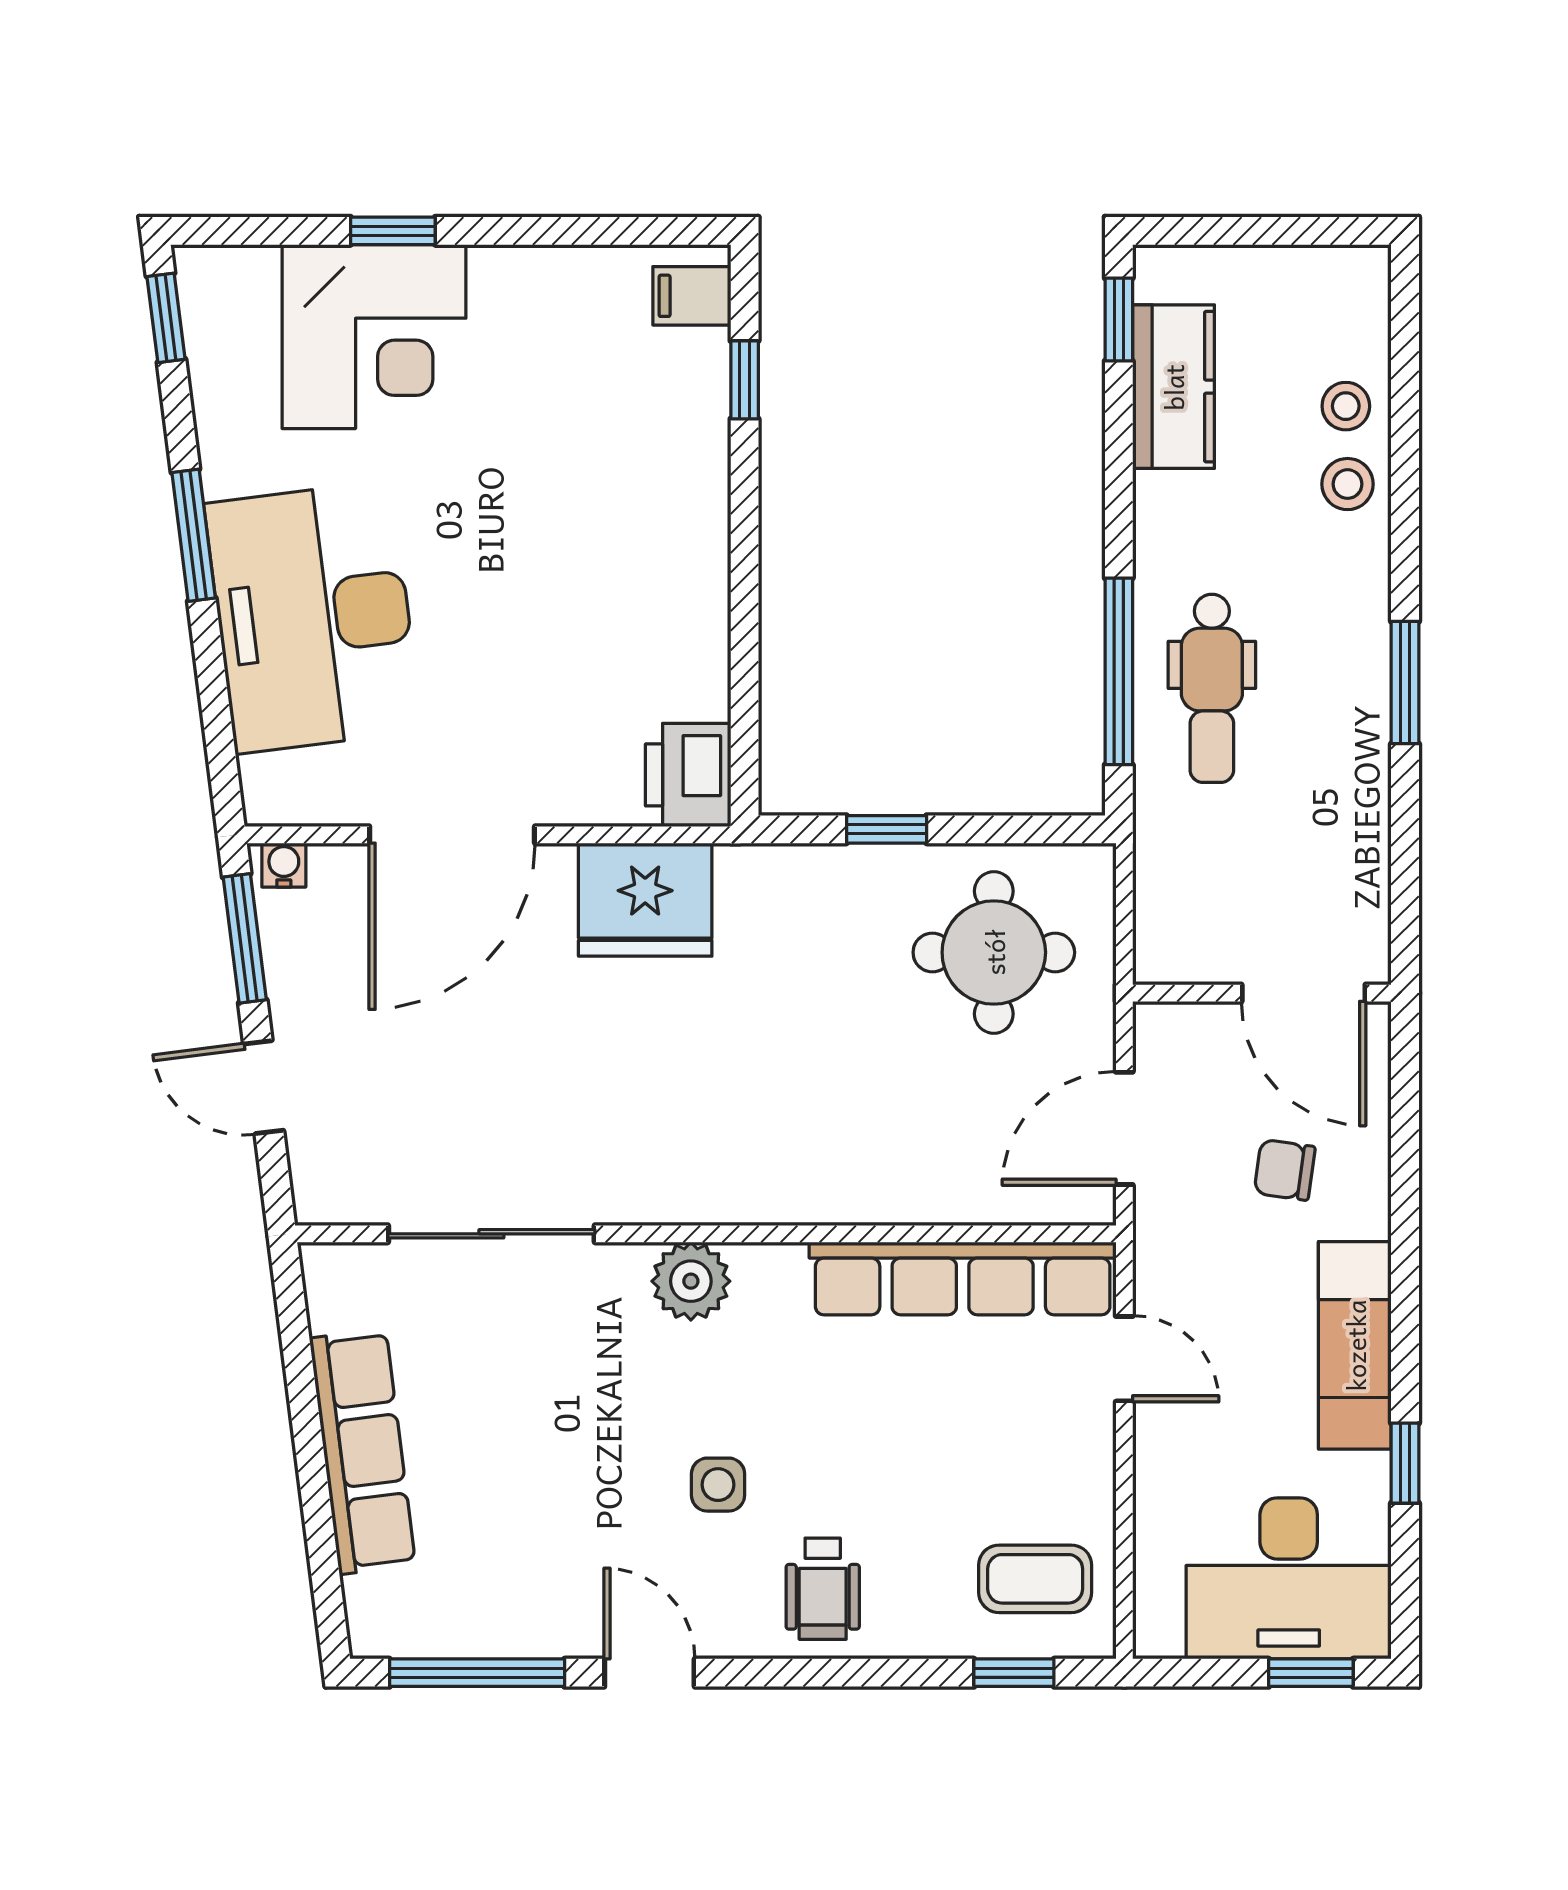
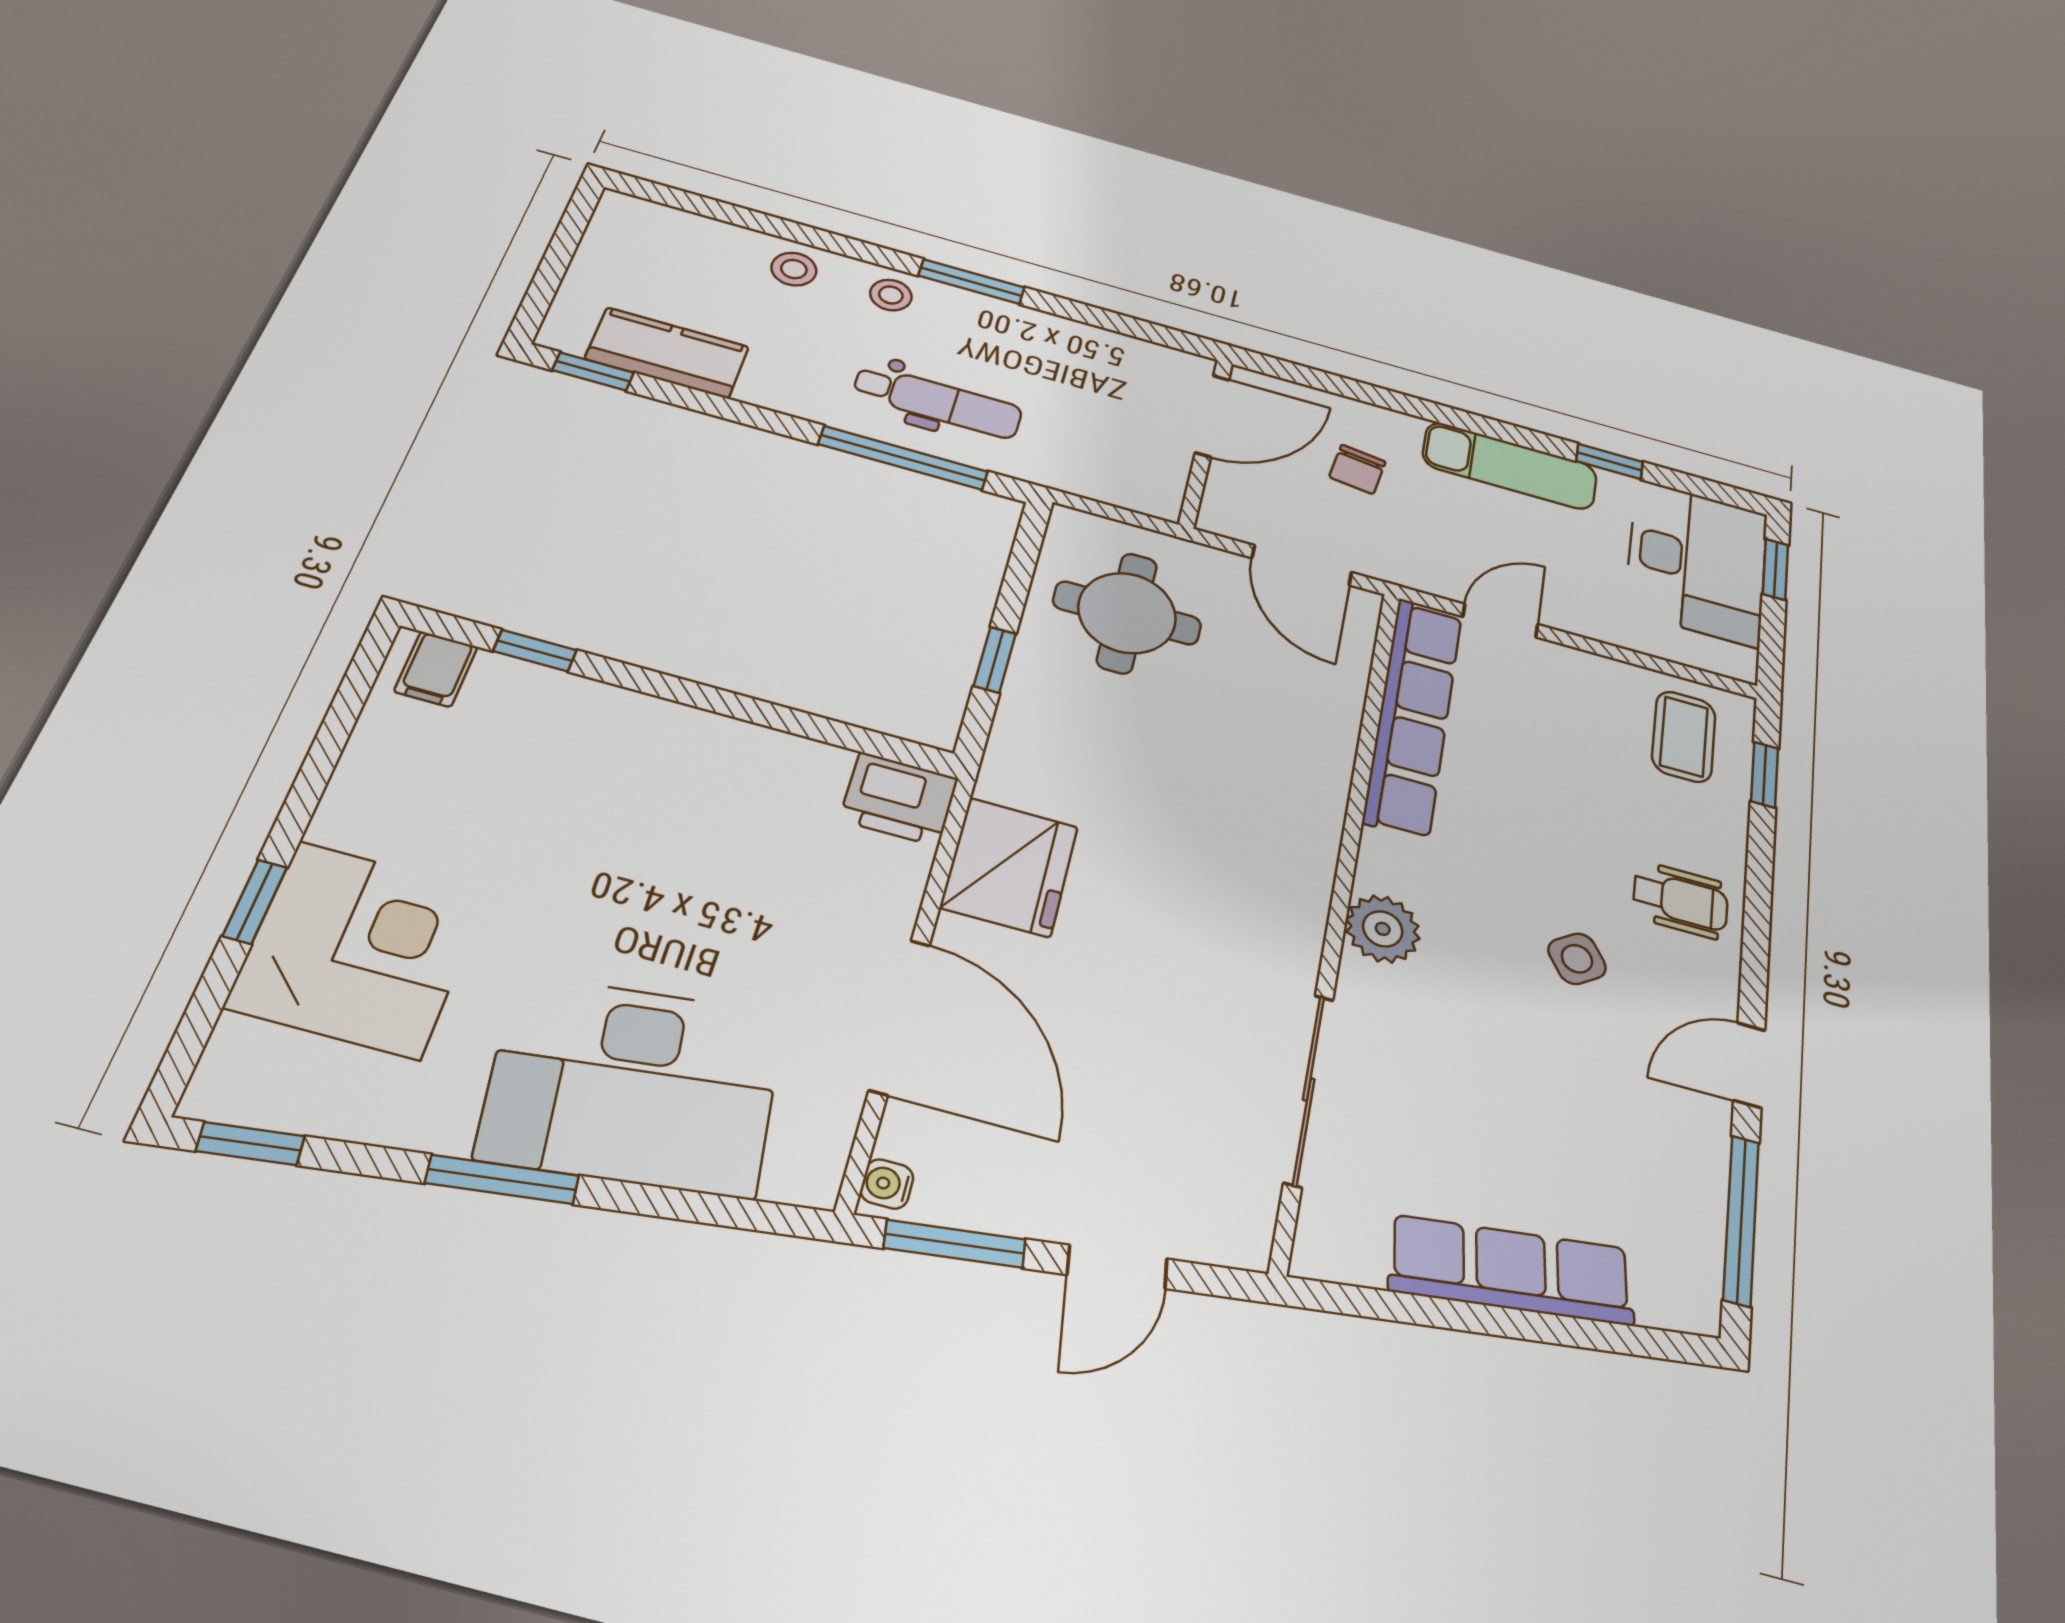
stool: (1346, 406) -> (891, 295), moved
side table: (718, 1485) -> (1577, 959), turned -34

